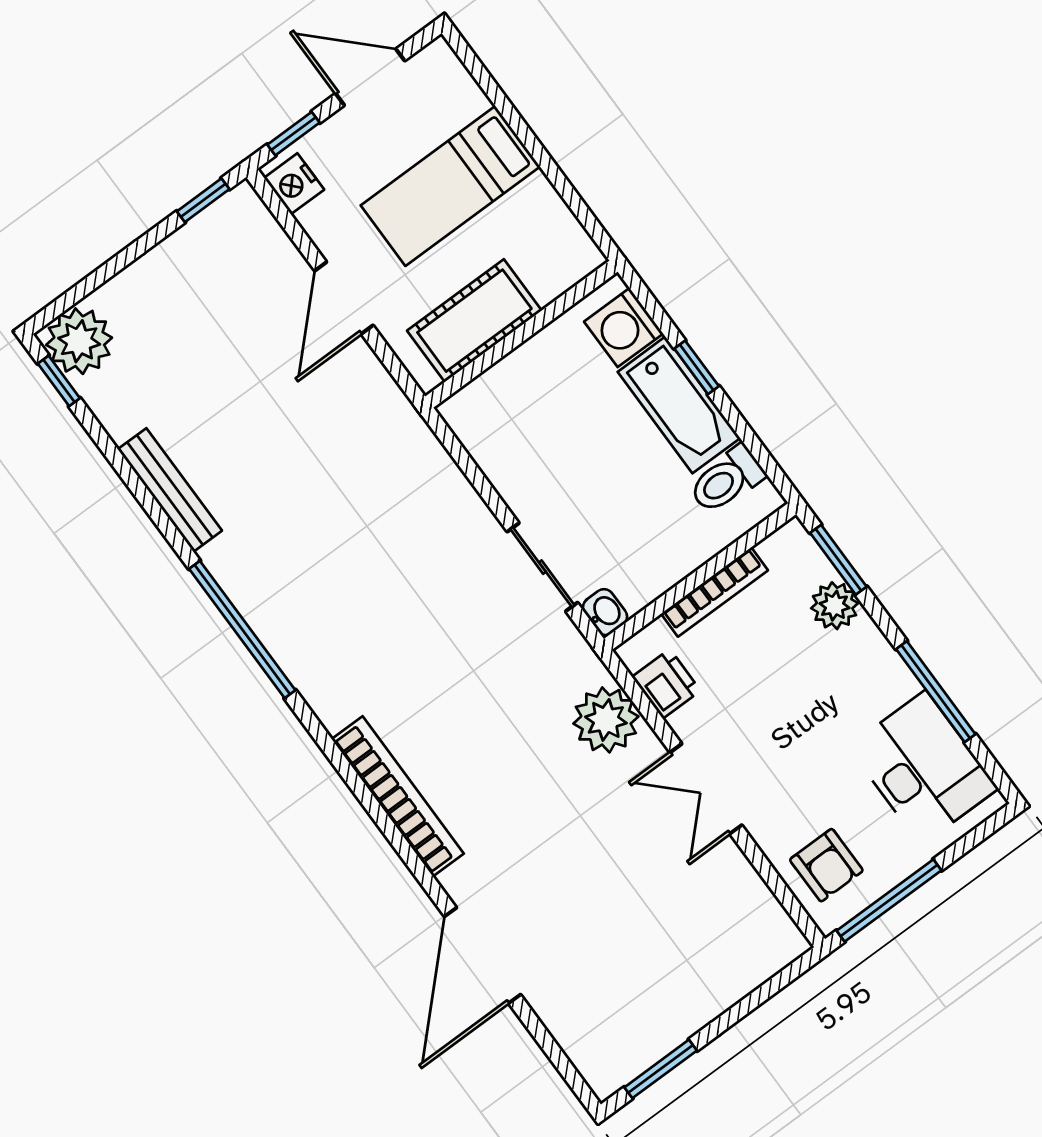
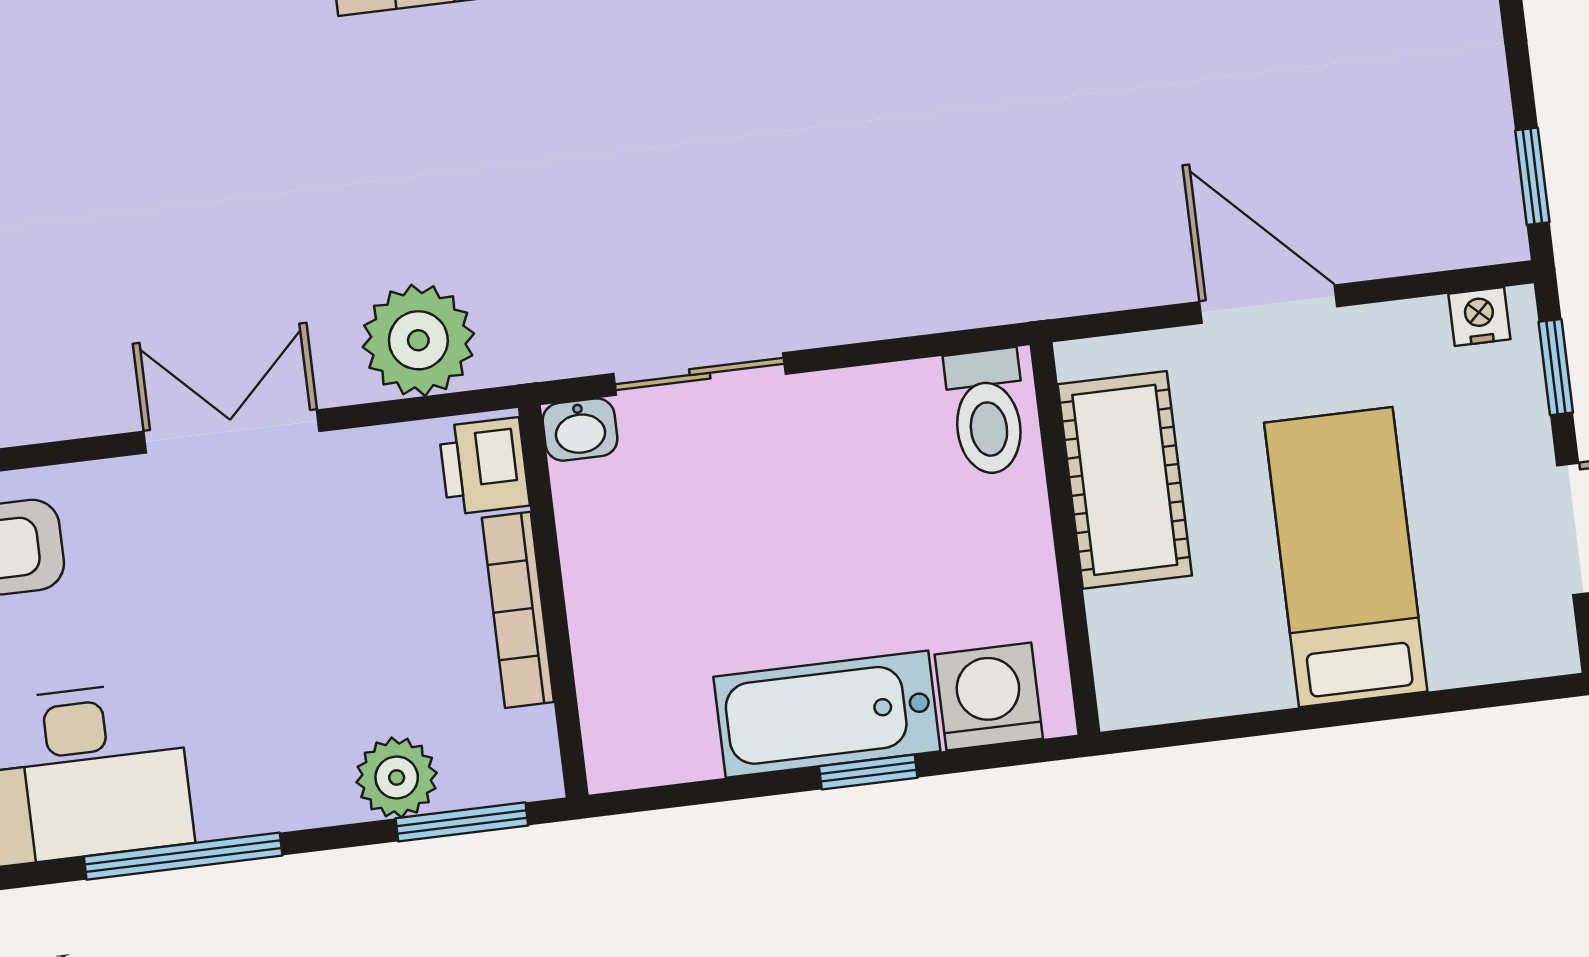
nightstand: (294, 184) -> (1479, 316), width x0.72, depth x0.74
toilet: (727, 480) -> (987, 412), moved, turned 180
printer: (666, 684) -> (484, 466), moved, turned 90

